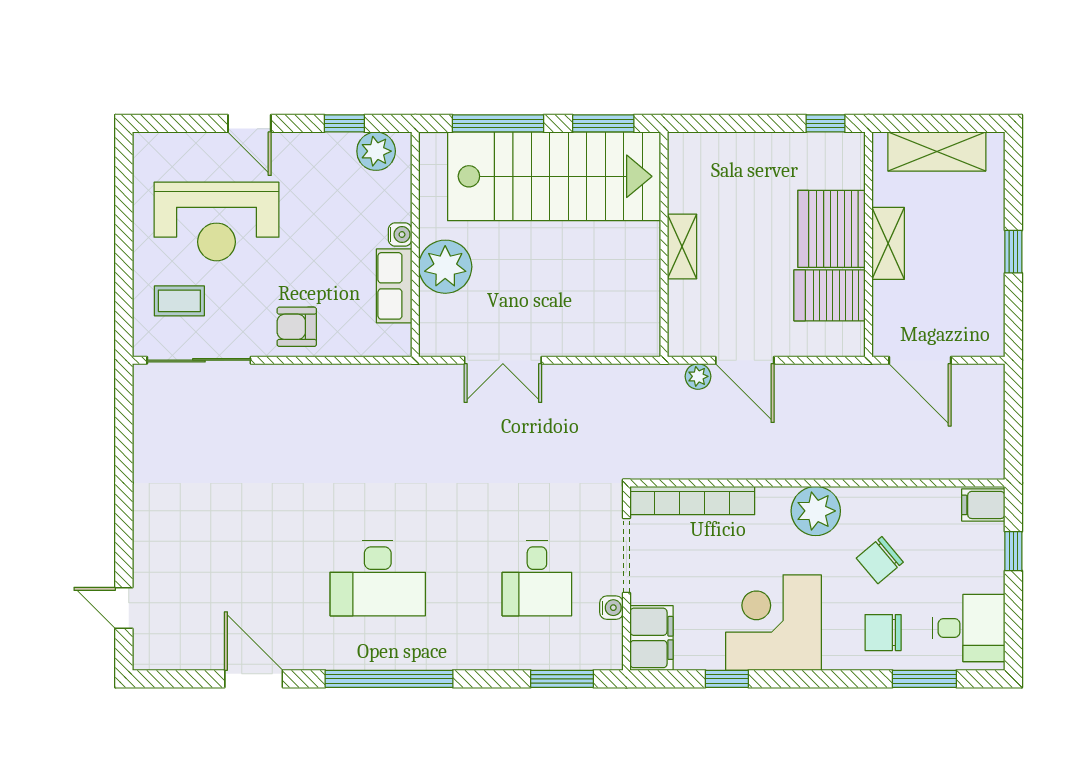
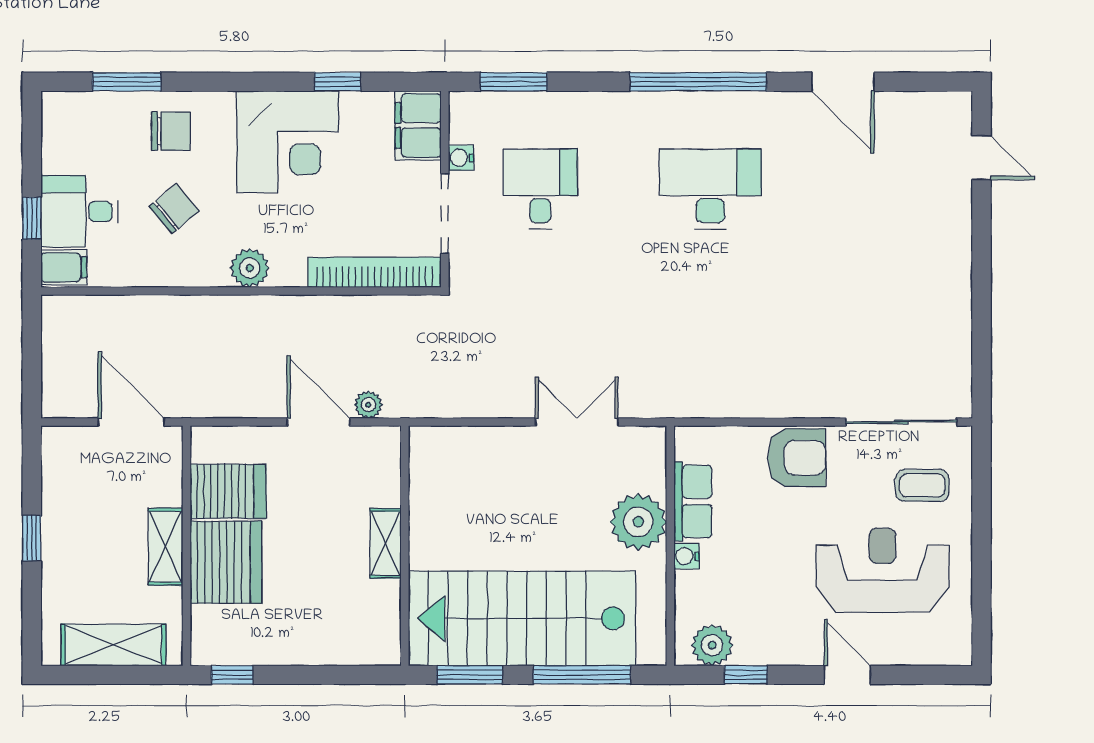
armchair: (297, 327) -> (797, 458), width x1.38, depth x1.38
plant: (816, 511) -> (250, 268), width x0.73, depth x0.73
desk: (969, 628) -> (79, 211), moved

